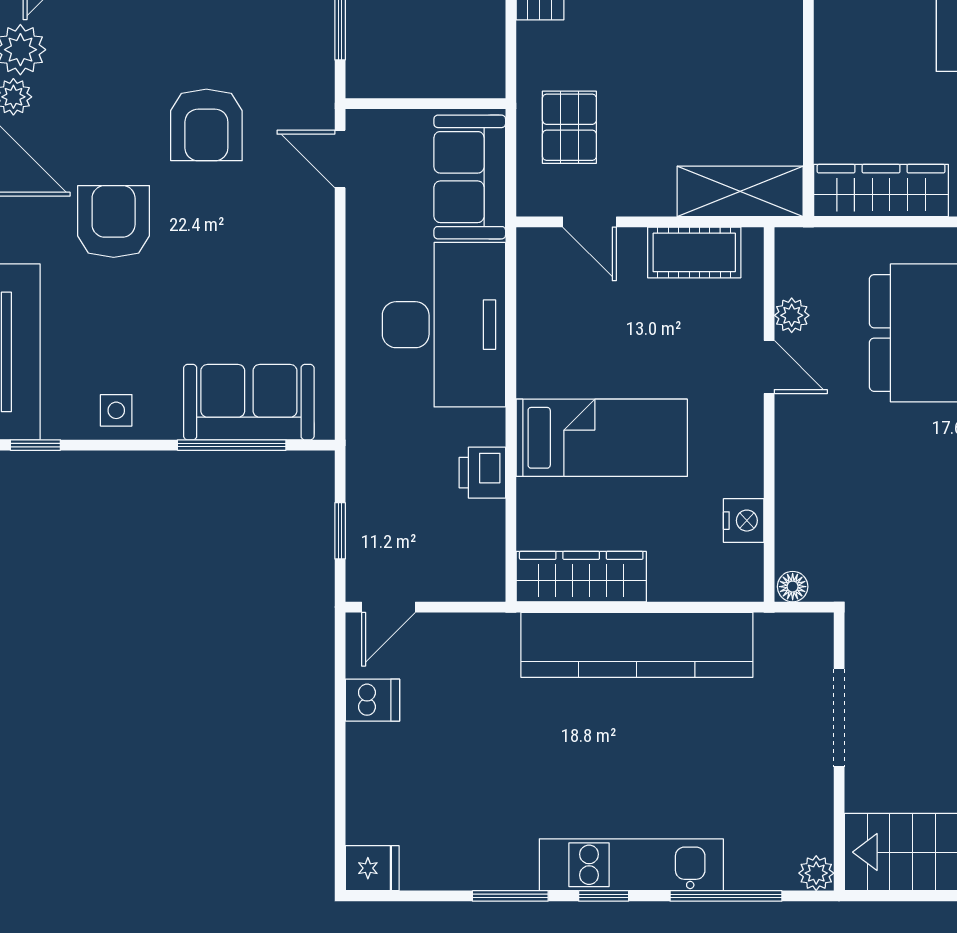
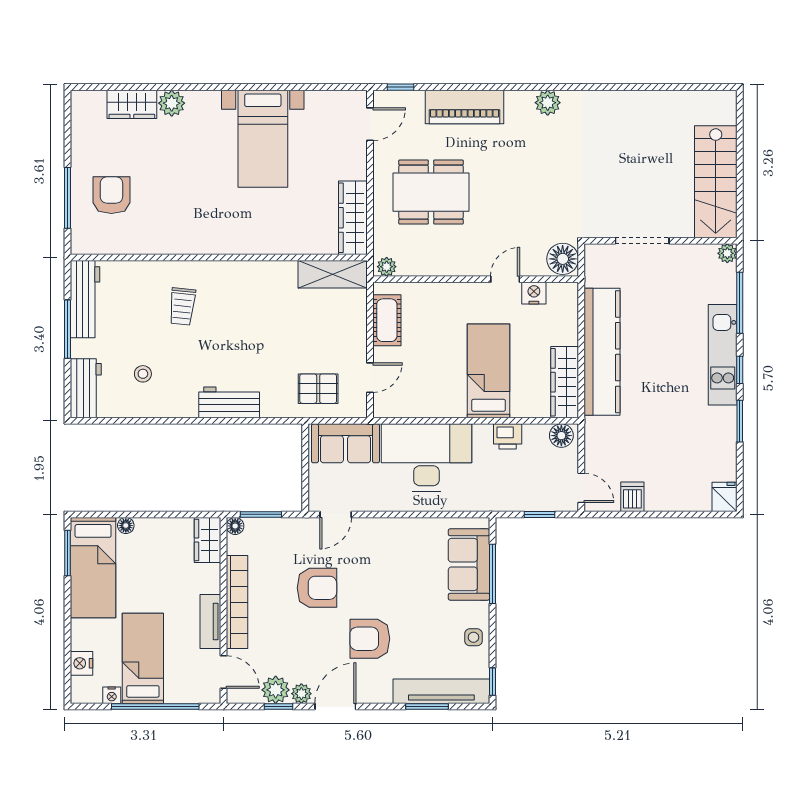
shelving: (740, 191) -> (333, 274), moved, turned 90
plant: (792, 315) -> (387, 267), moved
door: (769, 367) -> (505, 279), moved
floor lamp: (484, 571) -> (561, 436), added
floor lamp: (793, 587) -> (563, 259), width x1.89, depth x1.89

